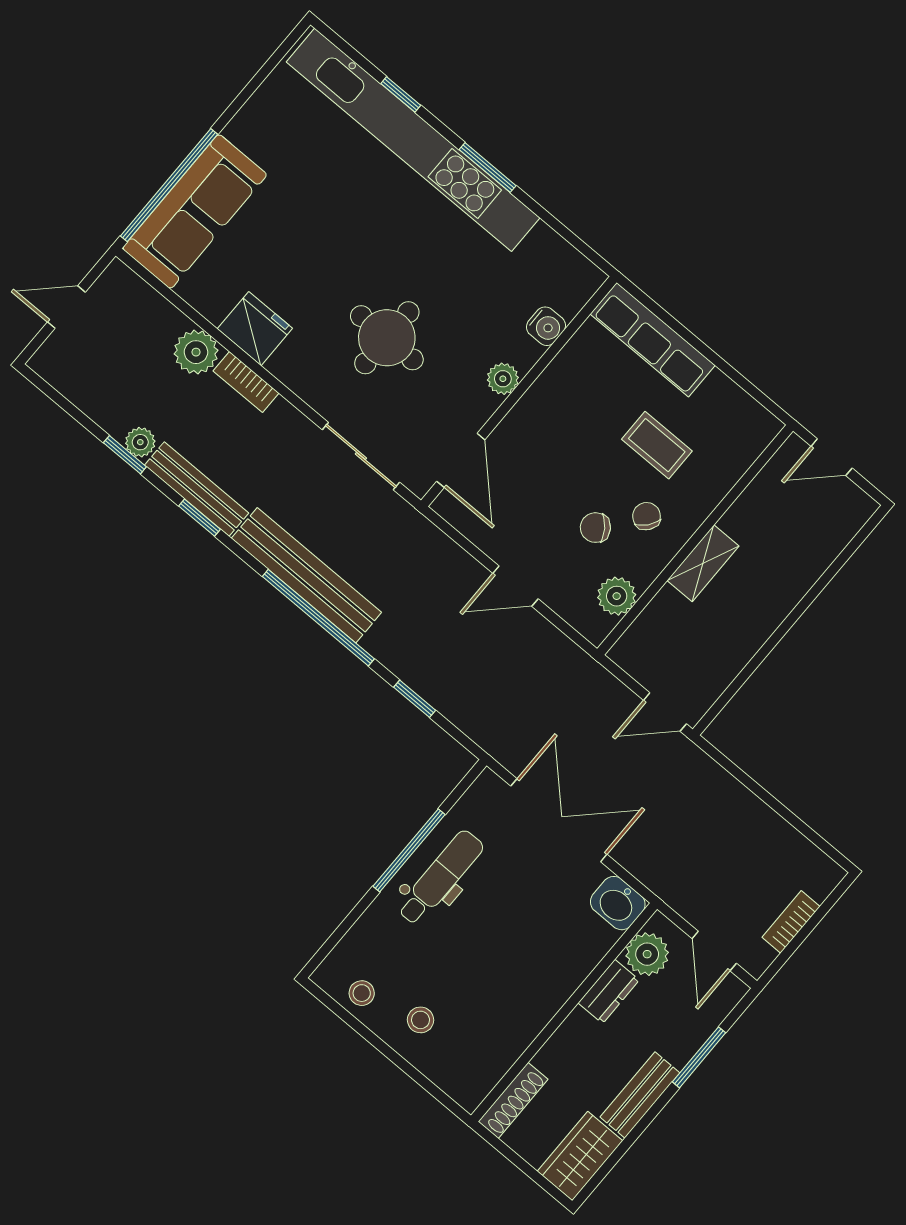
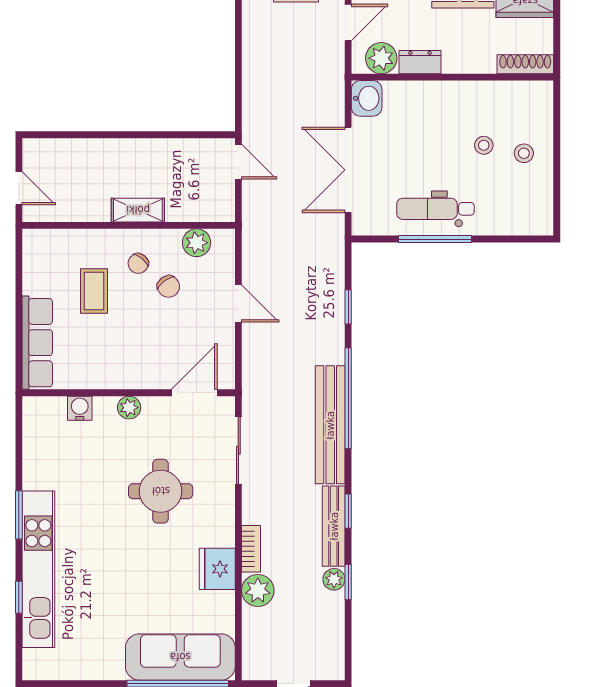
kitchen unit: (413, 140) -> (38, 569), width x0.73
stool: (362, 993) -> (484, 145), moved

